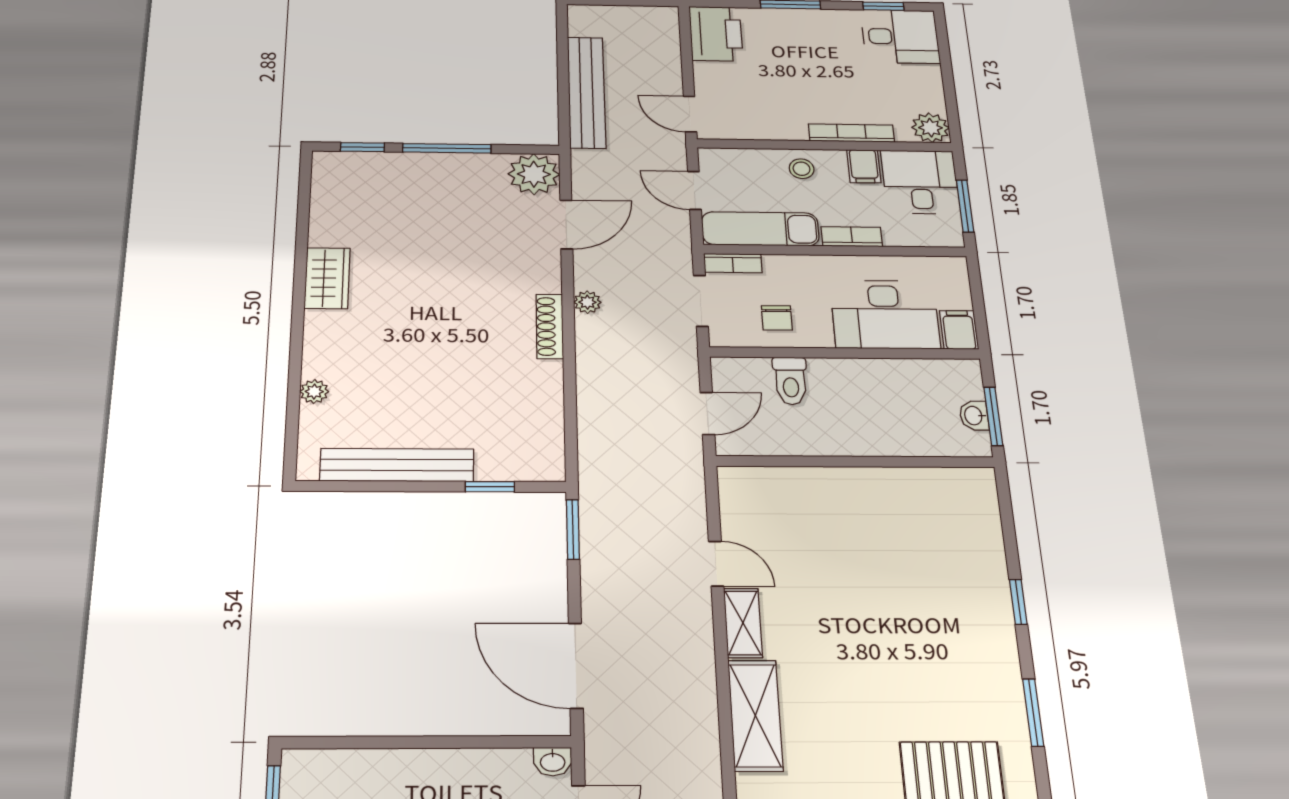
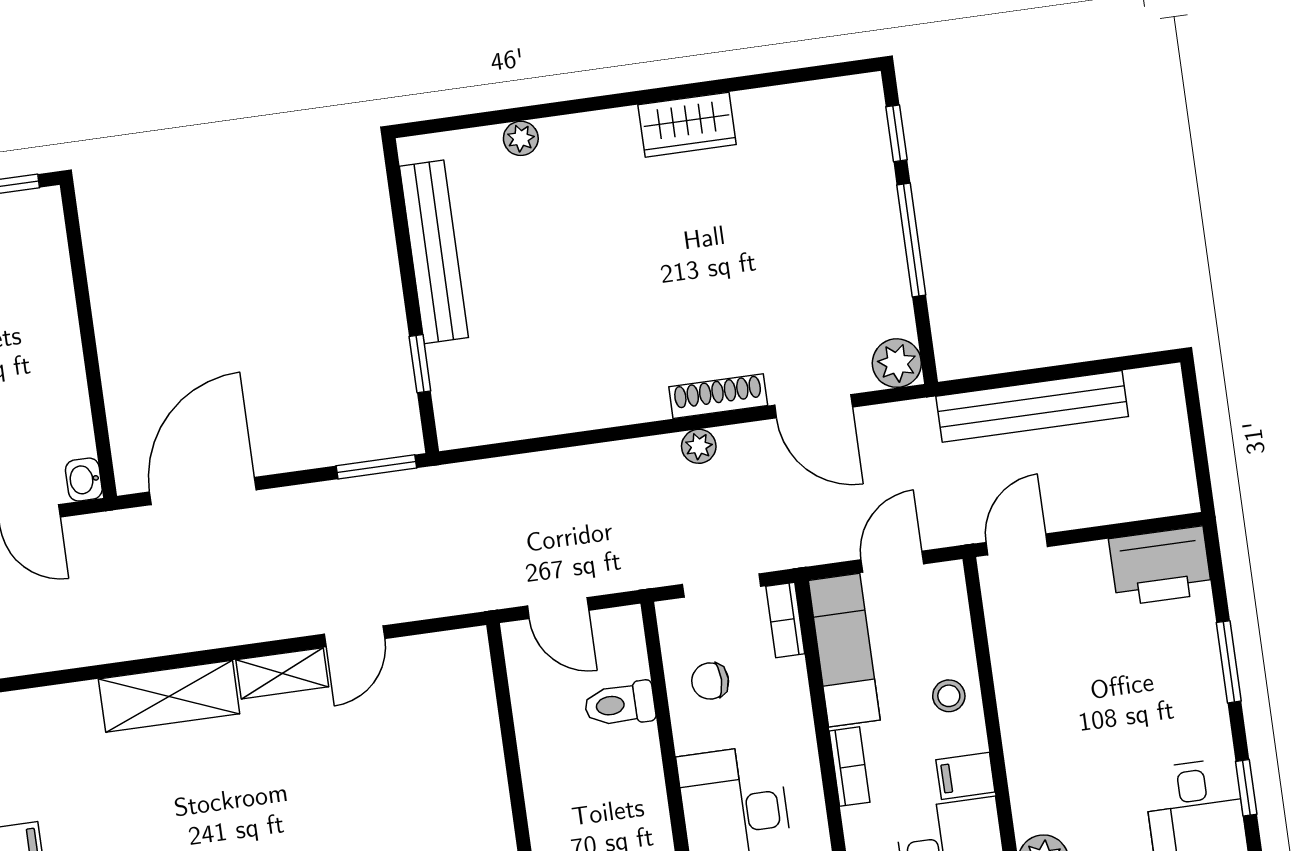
bookcase: (851, 133) -> (1018, 757), removed
plant: (534, 174) -> (897, 363), width x0.73, depth x0.73
shoe rack: (550, 326) -> (718, 396), moved

